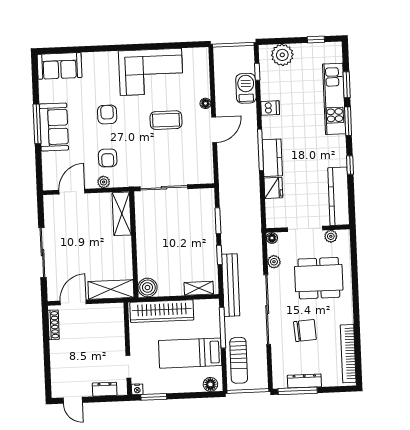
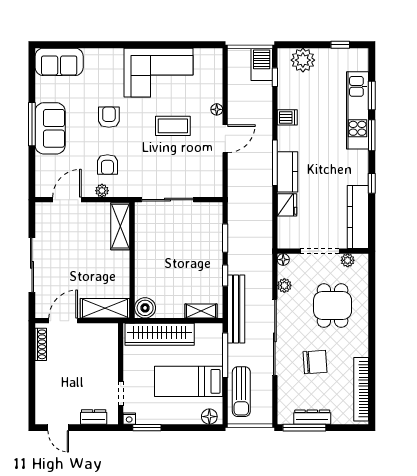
barbecue: (246, 88) -> (262, 64), moved
dining table: (319, 278) -> (333, 306), width x0.73

